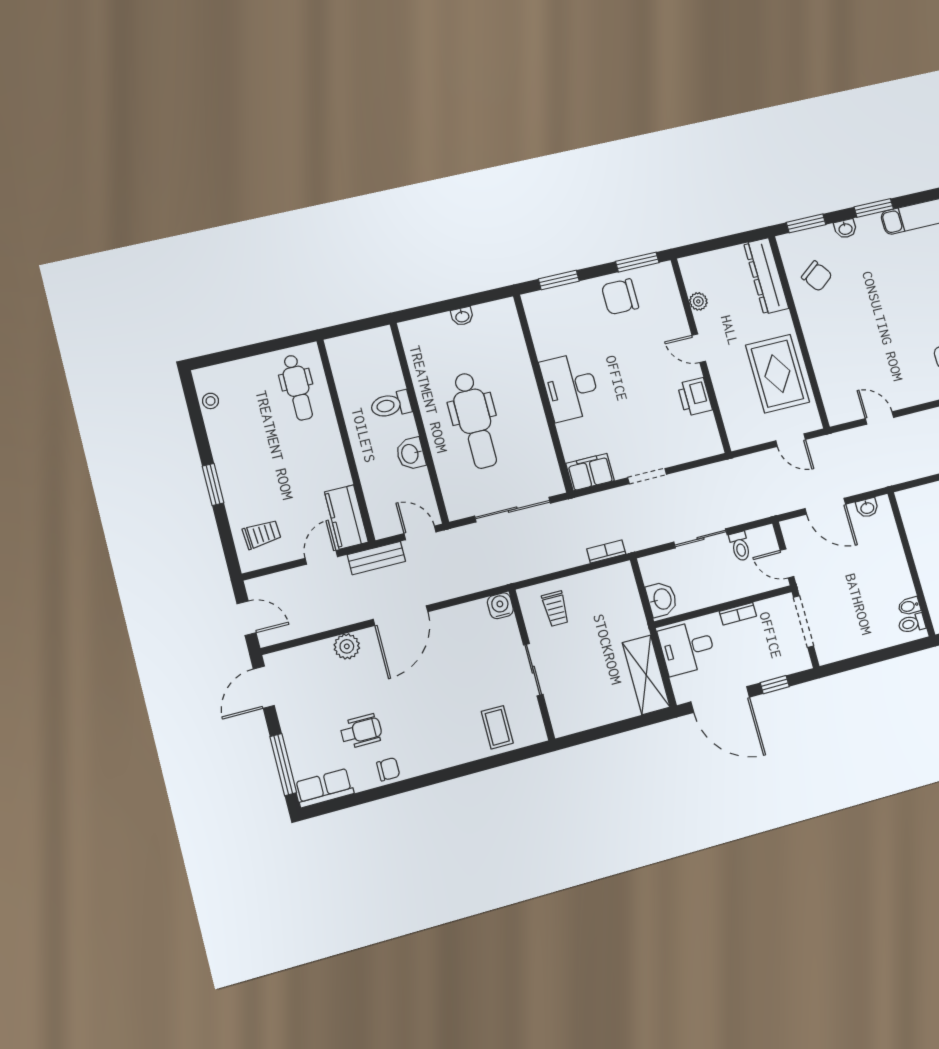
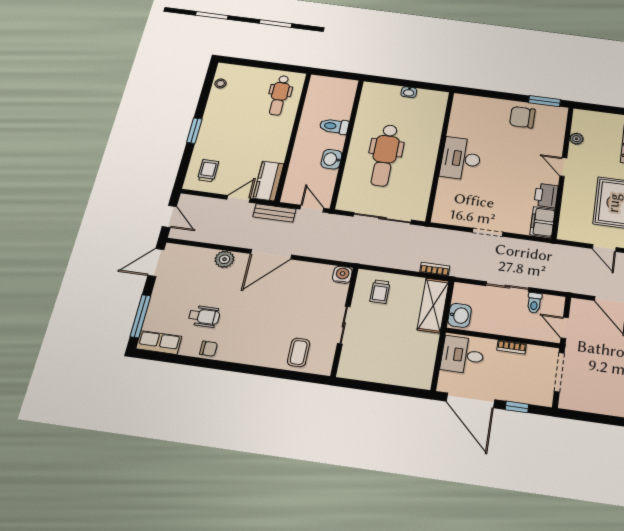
window: (559, 280) -> (485, 93), removed
filing cabinet: (590, 472) -> (542, 222), moved, turned -90
trolley: (262, 534) -> (208, 171), turned -86
shelving: (646, 675) -> (433, 305), moved

